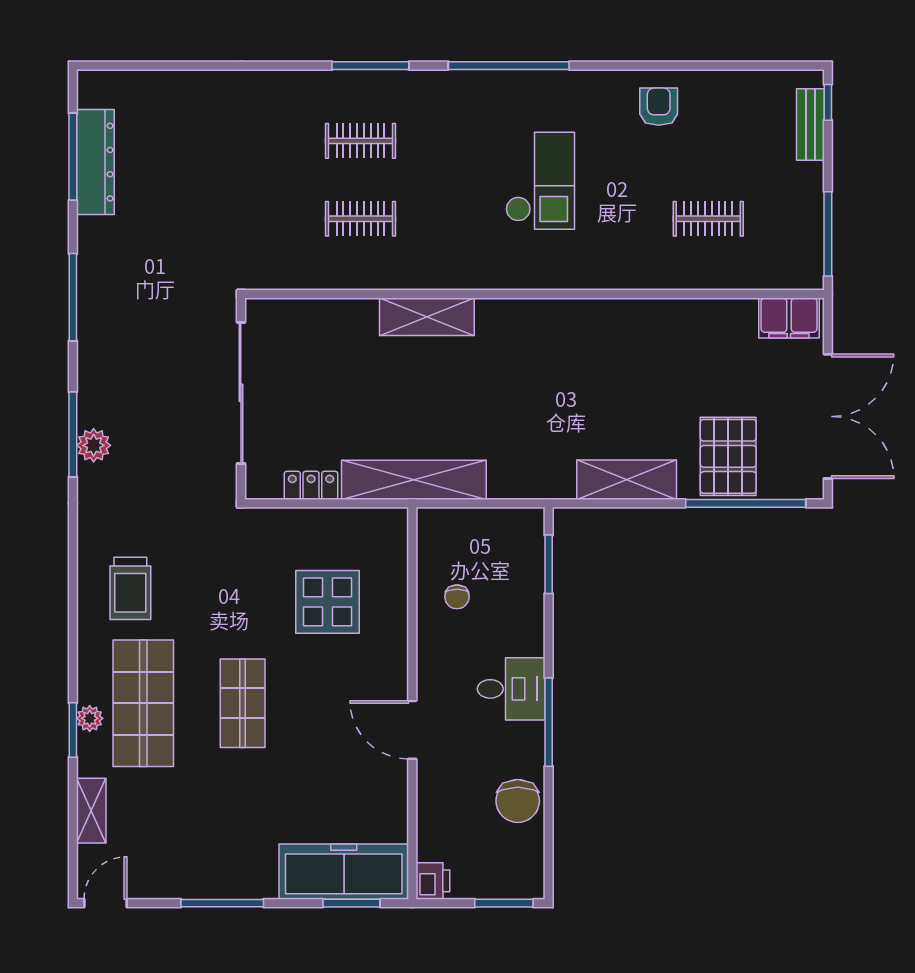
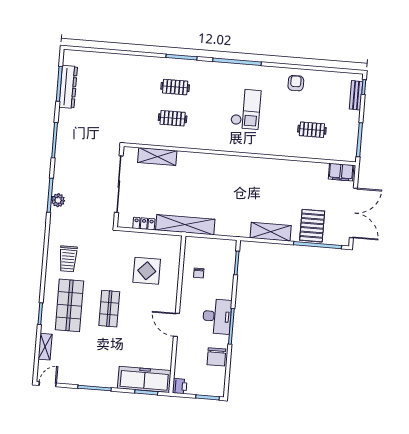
shelving: (427, 317) -> (157, 157), moved
desk: (511, 689) -> (217, 316), width x1.37
plant: (90, 718) -> (47, 310), removed

